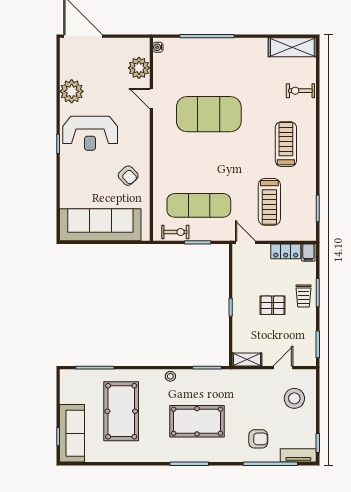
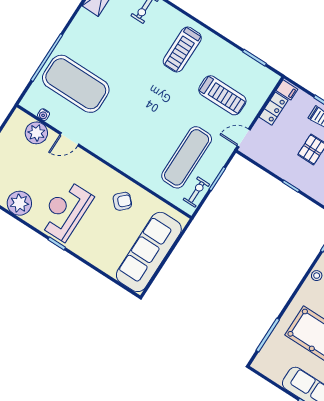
water cooler: (158, 47) -> (44, 115), moved
exercise mat: (209, 114) -> (76, 84), moved, turned 90
reception desk: (90, 133) -> (65, 211), turned 180
treadmill: (286, 144) -> (182, 50), turned -90

